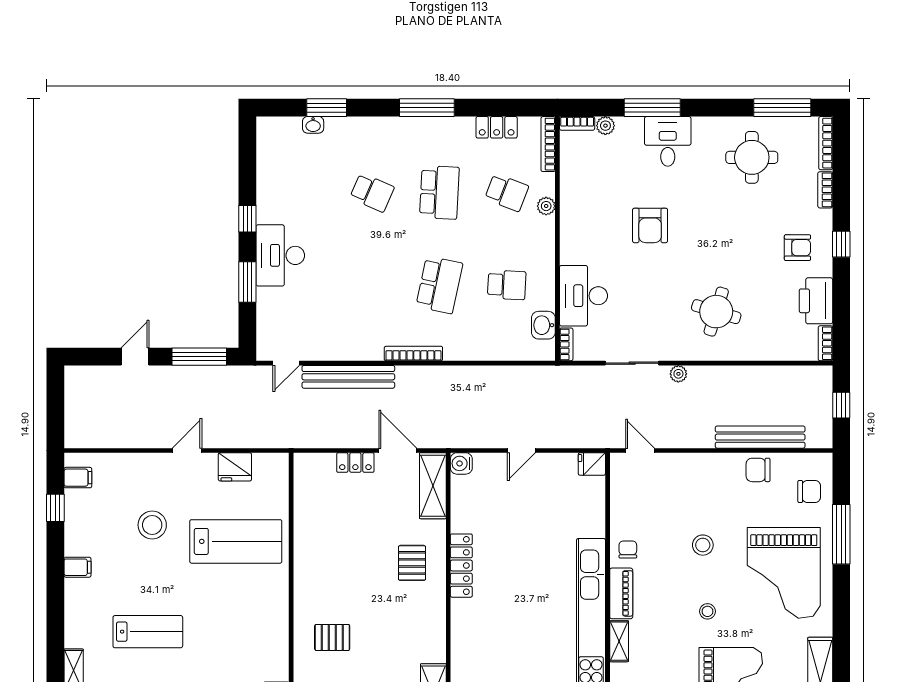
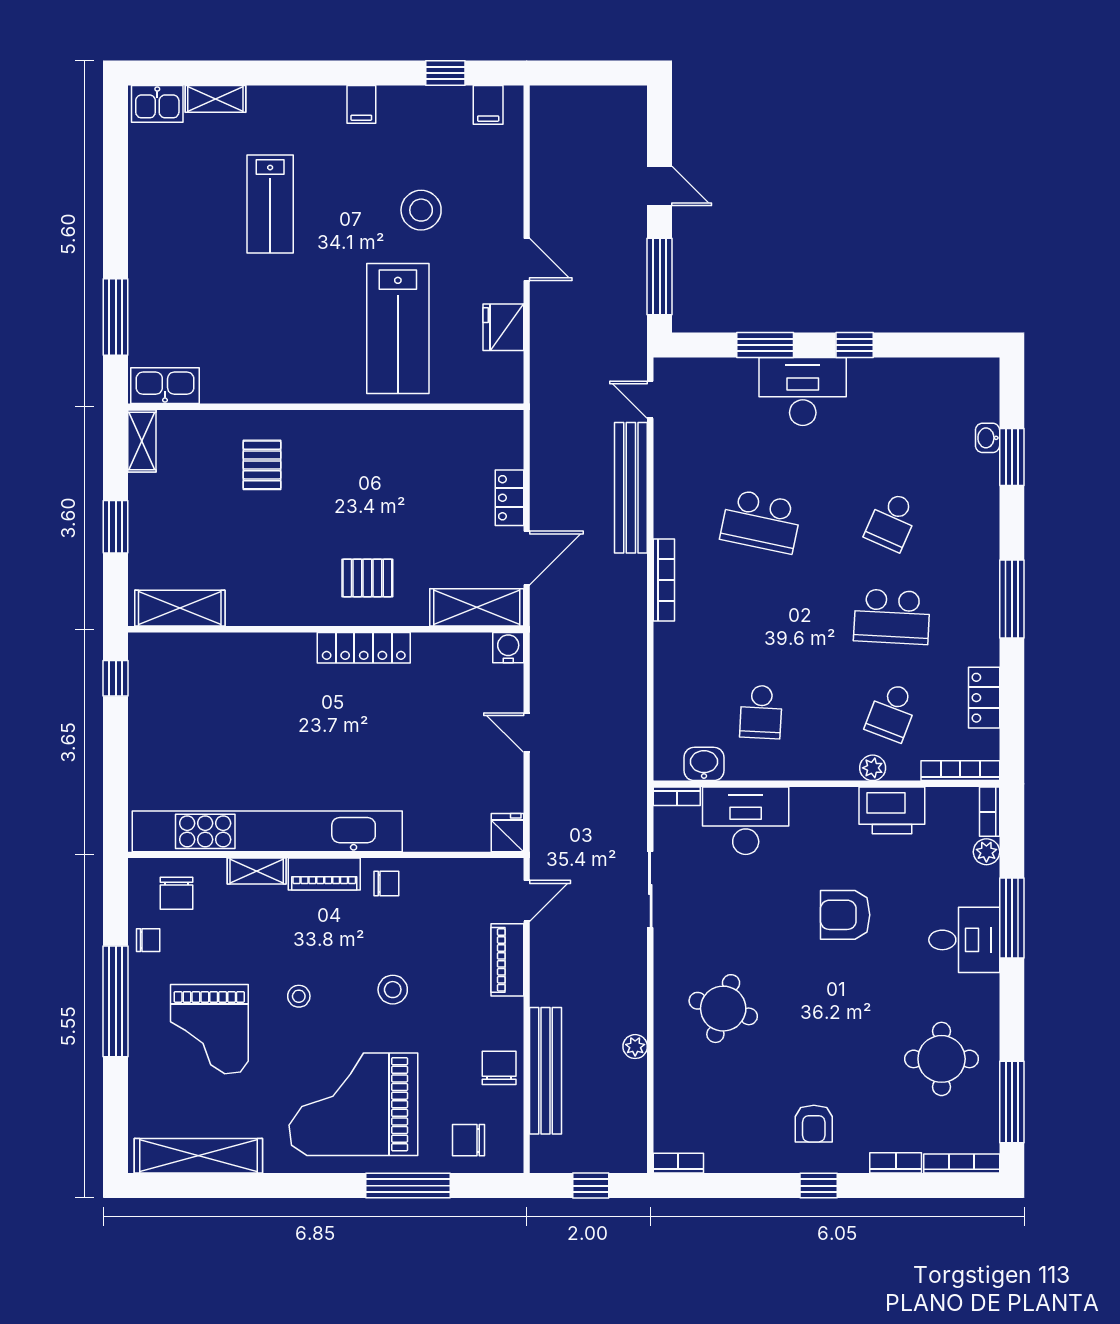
school desk: (439, 285) -> (761, 521), moved
printer: (816, 301) -> (892, 810), moved, turned 180
plant: (678, 374) -> (635, 1047), moved
piano: (682, 464) -> (507, 960), added
chair: (809, 491) -> (469, 1140), turned 90

